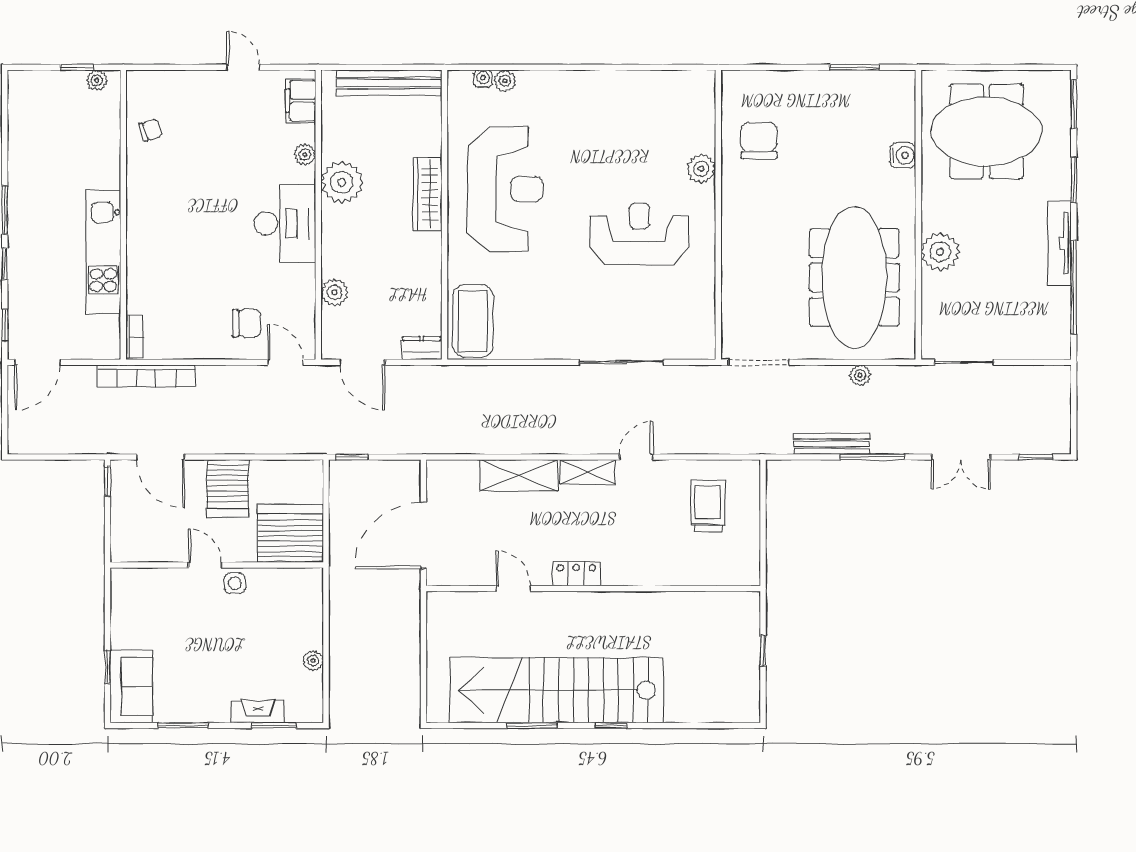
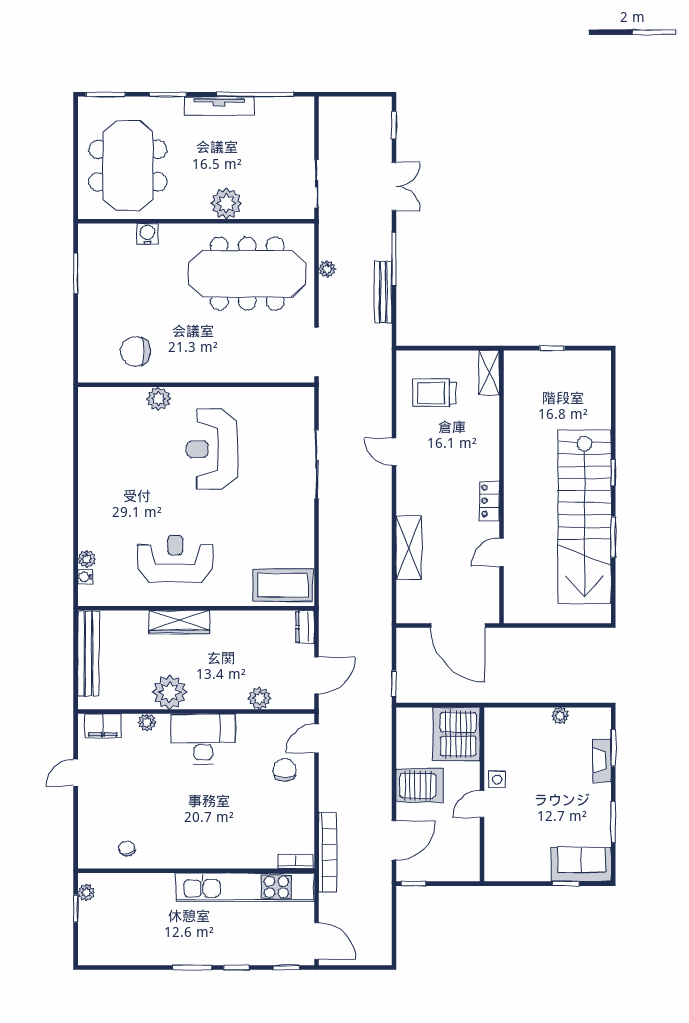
reception desk: (505, 189) -> (175, 559), width x0.74, depth x0.77
kitchen unit: (103, 252) -> (245, 887), width x1.36
shelving: (588, 472) -> (489, 373), moved

